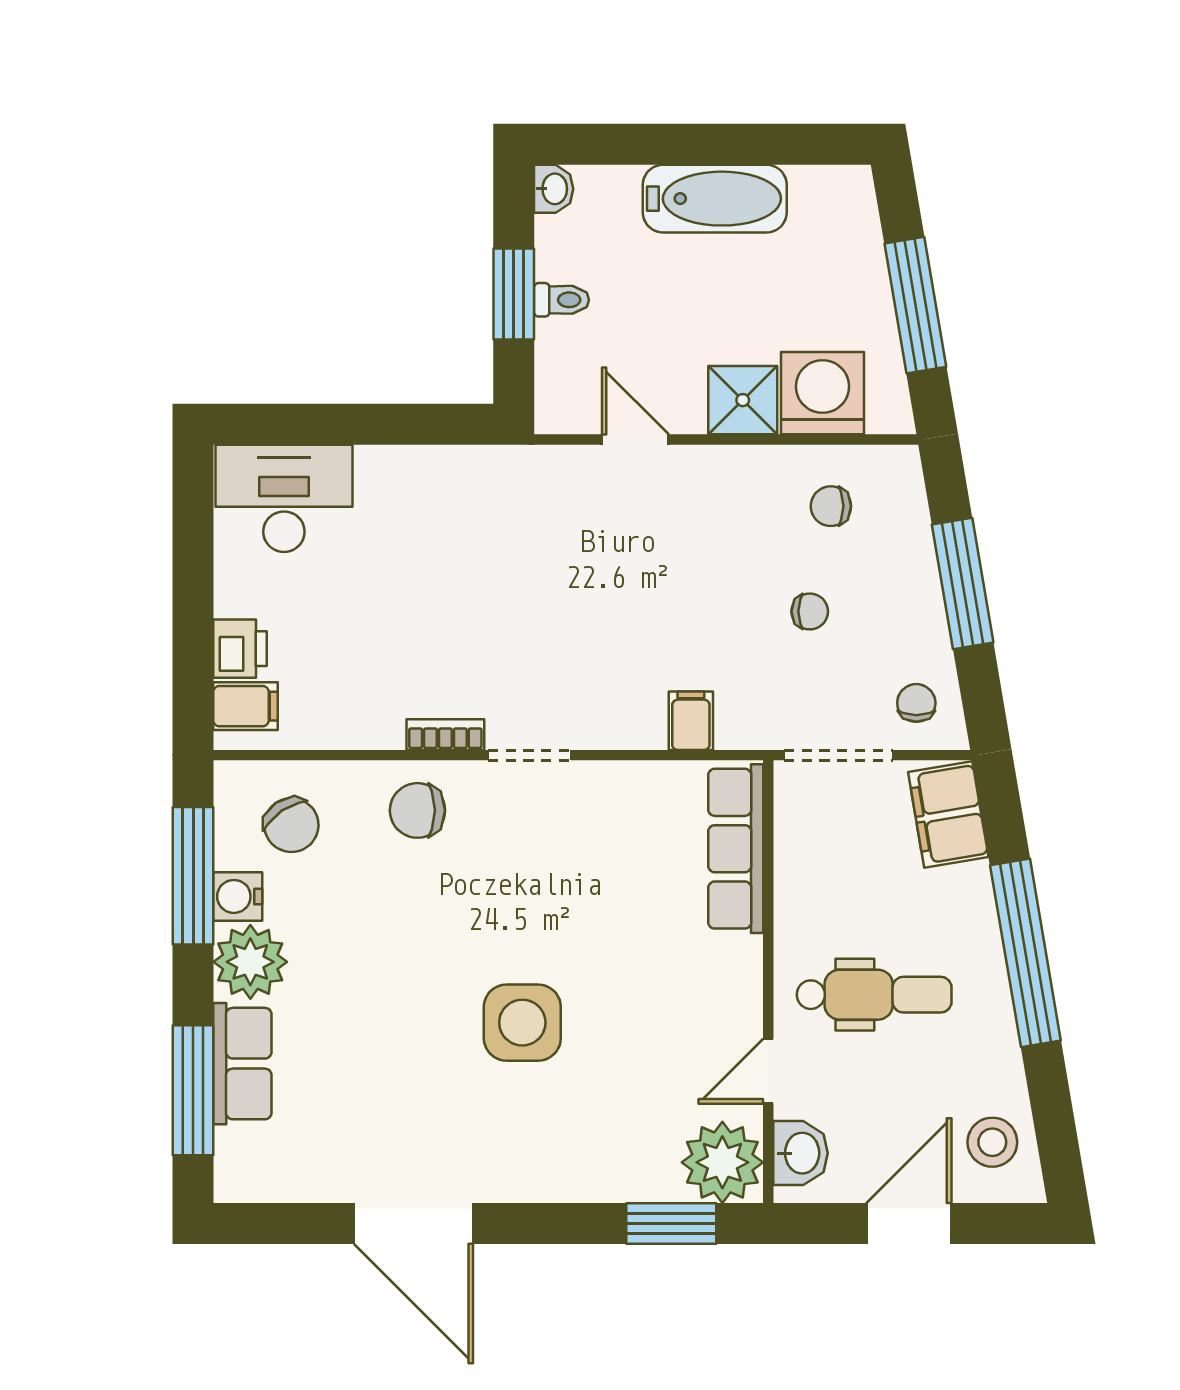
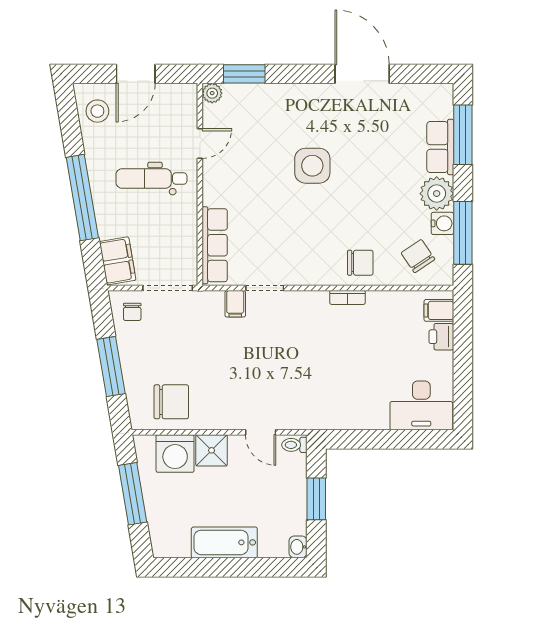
toilet: (561, 300) -> (294, 445), moved
chair: (831, 506) -> (171, 402), width x1.87, depth x1.87
chair: (810, 611) -> (181, 354), removed
doorway: (529, 755) -> (265, 288), moved
washbasin: (801, 1153) -> (185, 106), removed
plant: (722, 1162) -> (212, 93), width x0.53, depth x0.53

